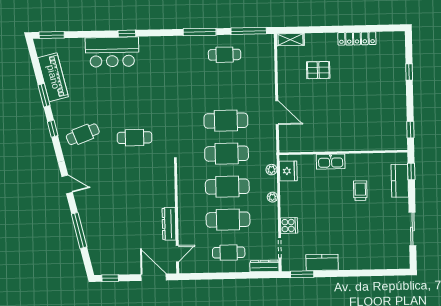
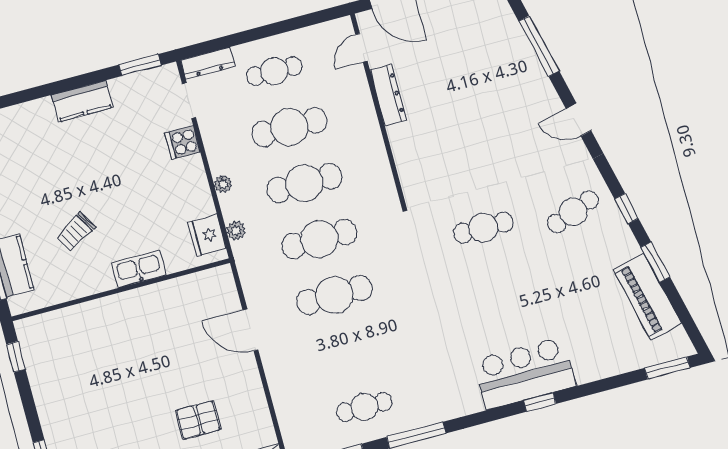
bar counter: (112, 52) -> (525, 373), moved
trolley: (360, 191) -> (76, 232), turned 59
kitchen counter: (322, 262) -> (82, 101), moved

